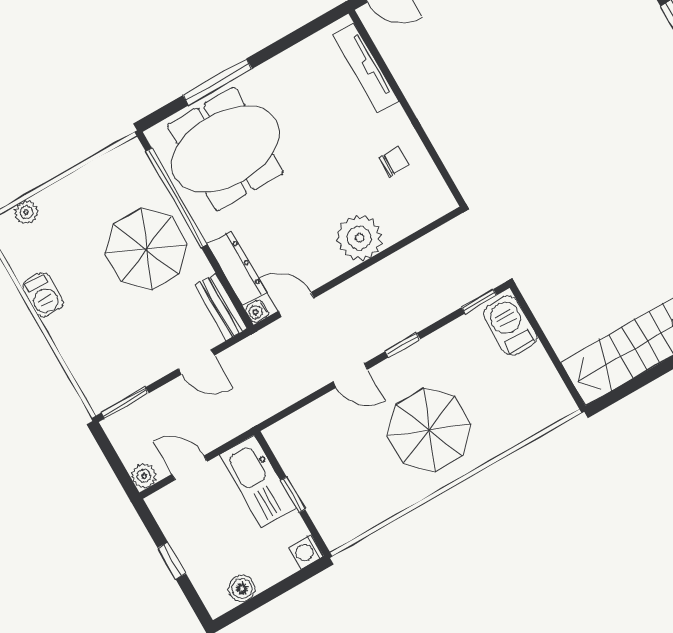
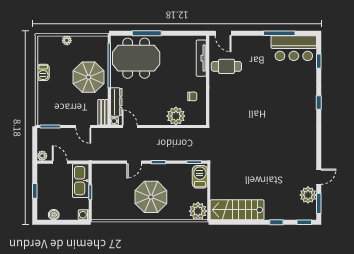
cafe table: (430, 55) -> (226, 66), added
plant: (26, 212) -> (67, 40), moved
plant: (359, 238) -> (176, 116), moved
door: (350, 375) -> (134, 162), hinge flipped
plant: (548, 402) -> (198, 211), added

